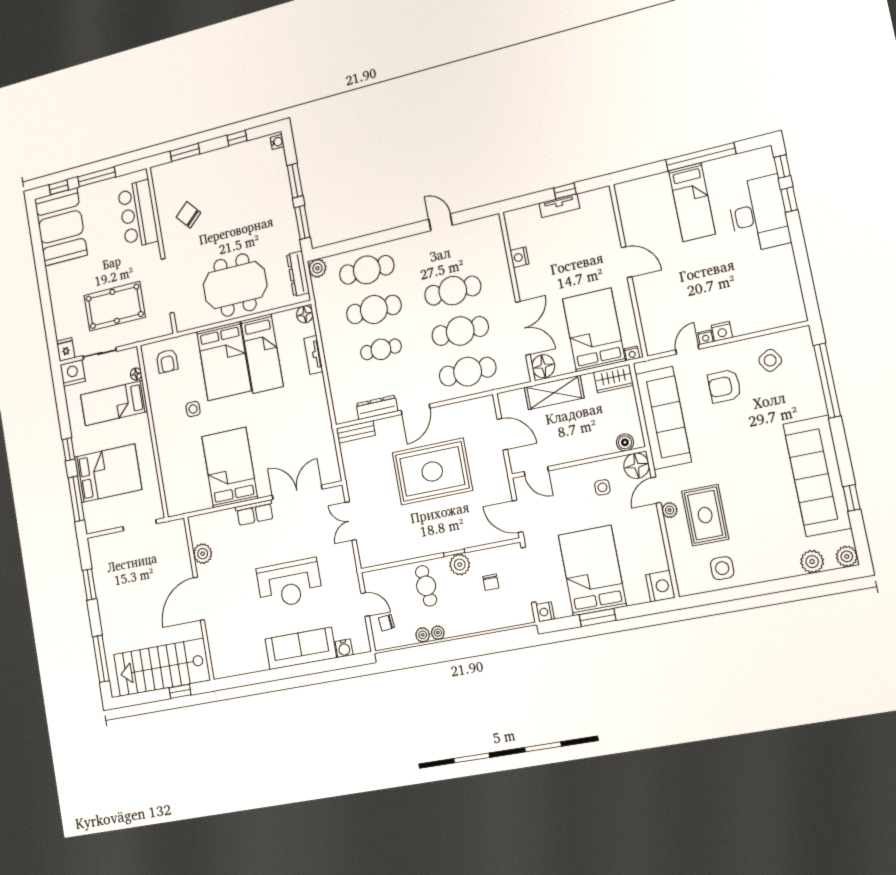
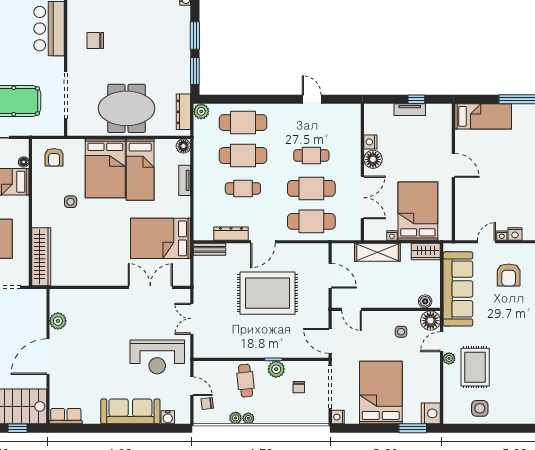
bed: (692, 202) -> (483, 116), moved, turned -90
chair: (188, 215) -> (95, 41), turned -48
cafe table: (453, 291) -> (311, 155), width x0.73, depth x0.74
nightstand: (632, 353) -> (392, 235), moved
floor lamp: (543, 366) -> (373, 159), moved
armchair: (724, 386) -> (509, 275), turned -90
bed: (230, 467) -> (161, 238), moved, turned -90
wardrobe: (172, 481) -> (41, 257), added
row of seats: (255, 513) -> (66, 416), moved, turned 180
reception desk: (289, 583) -> (157, 357), moved
window: (598, 617) -> (413, 428), moved

